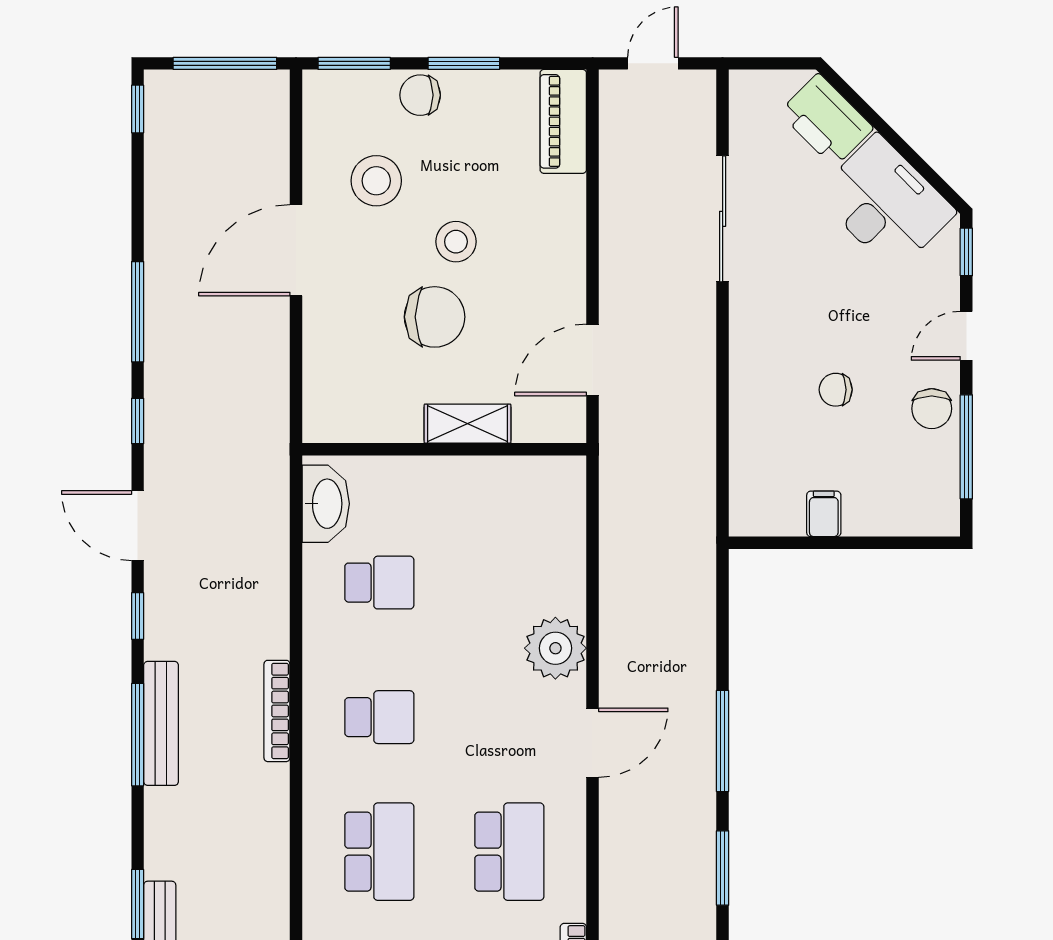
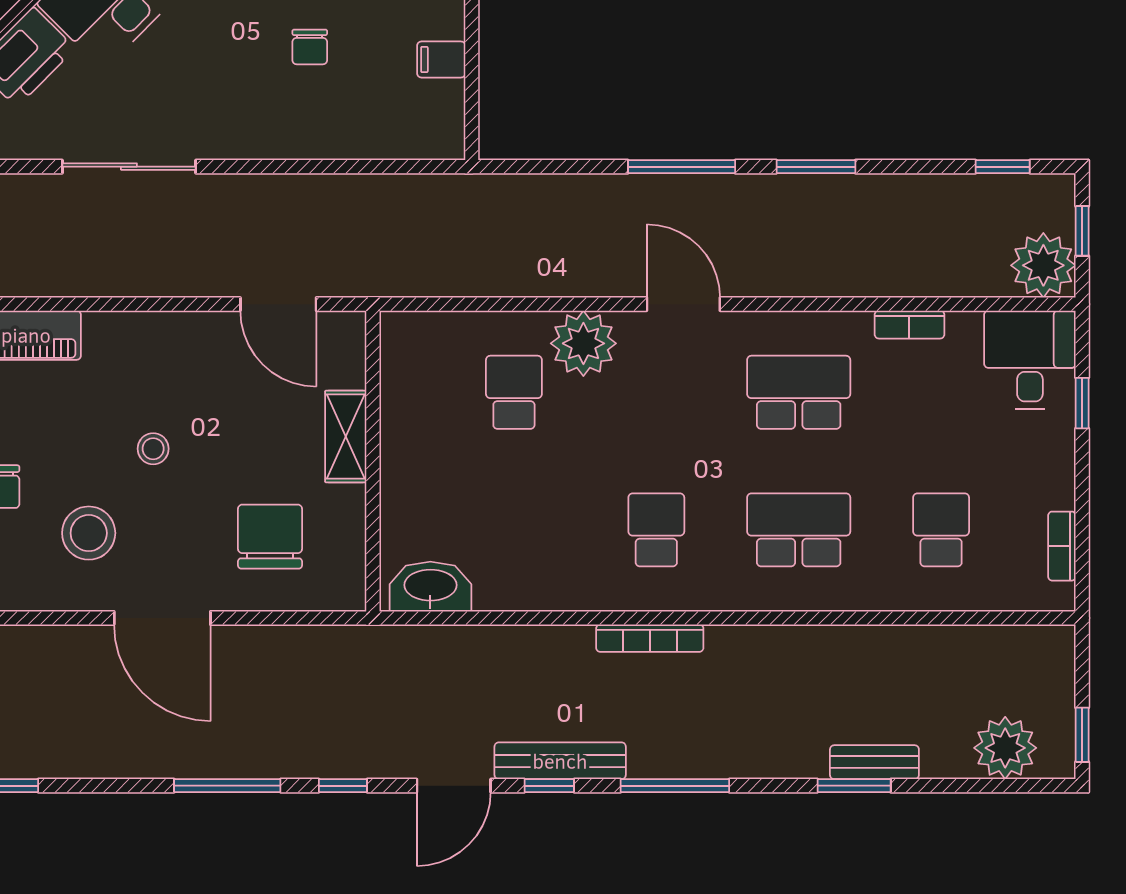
stool: (456, 242) -> (153, 449), width x0.73, depth x0.73
chair: (435, 317) -> (270, 537), moved
school desk: (379, 583) -> (514, 392), moved
bench: (161, 723) -> (560, 761), moved

